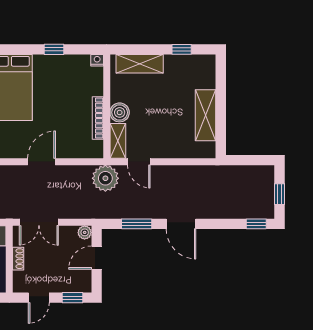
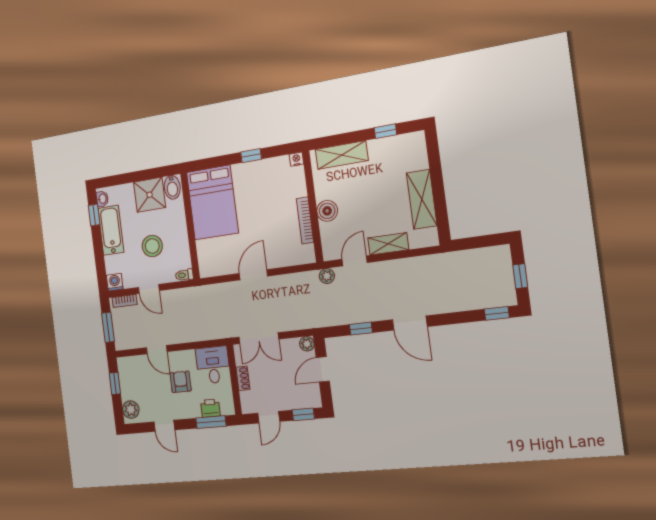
shelving: (118, 141) -> (388, 244), moved, turned 90
door: (139, 162) -> (355, 261), swing flipped
plant: (105, 178) -> (327, 276), width x0.53, depth x0.53
window: (137, 224) -> (361, 329), width x0.67

